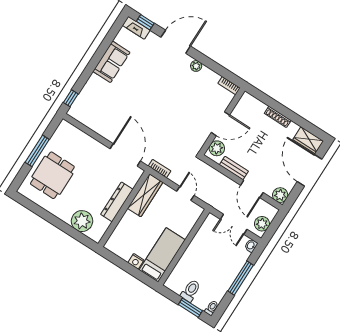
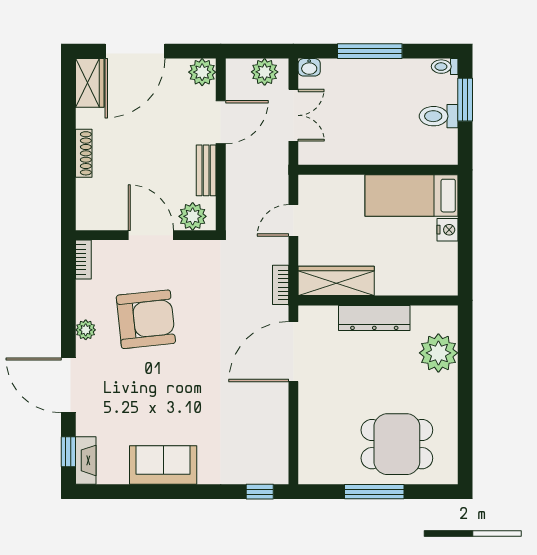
armchair: (183, 97) -> (146, 319), added

